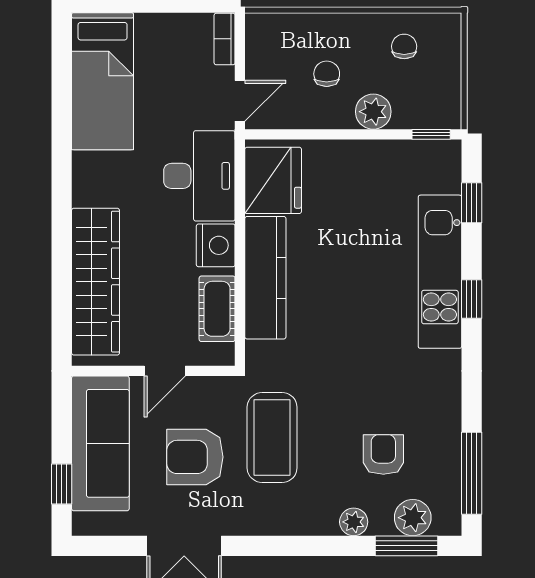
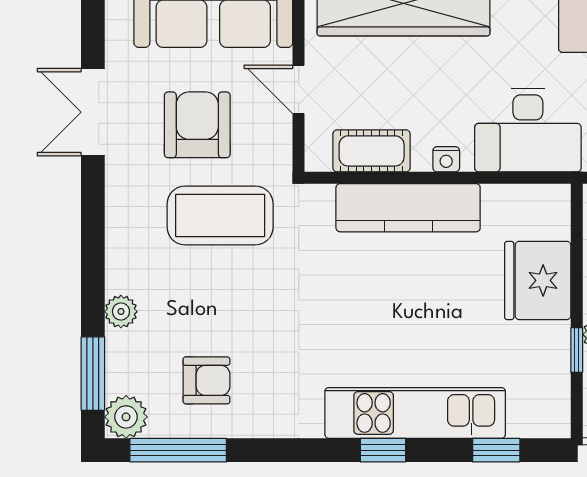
window: (431, 134) -> (577, 350), moved
fridge: (273, 180) -> (538, 280), moved, turned 90
nightstand: (216, 245) -> (446, 159), width x0.53, depth x0.56
armchair: (383, 455) -> (207, 380), moved
plant: (413, 518) -> (126, 417), moved

